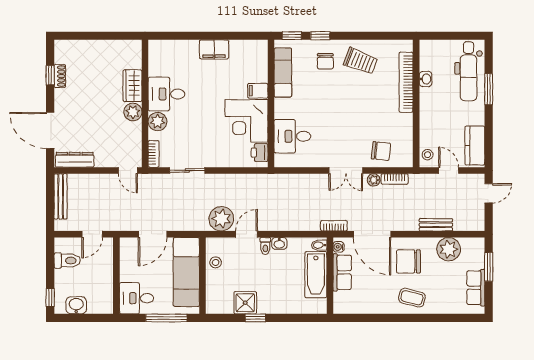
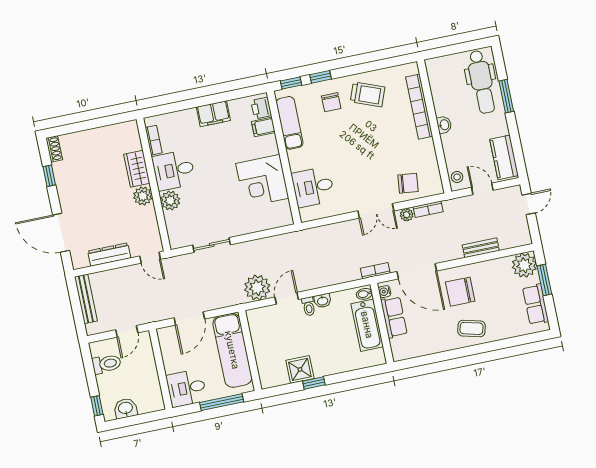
shoe rack: (60, 76) -> (54, 149), moved
washbasin: (426, 79) -> (444, 125), moved
filing cabinet: (258, 91) -> (263, 127), moved
printer: (260, 153) -> (261, 108), moved
bookcase: (154, 154) -> (154, 140), moved
dresser: (75, 160) -> (109, 255), moved
plant: (449, 249) -> (524, 265), moved
stool: (216, 262) -> (261, 334), removed

